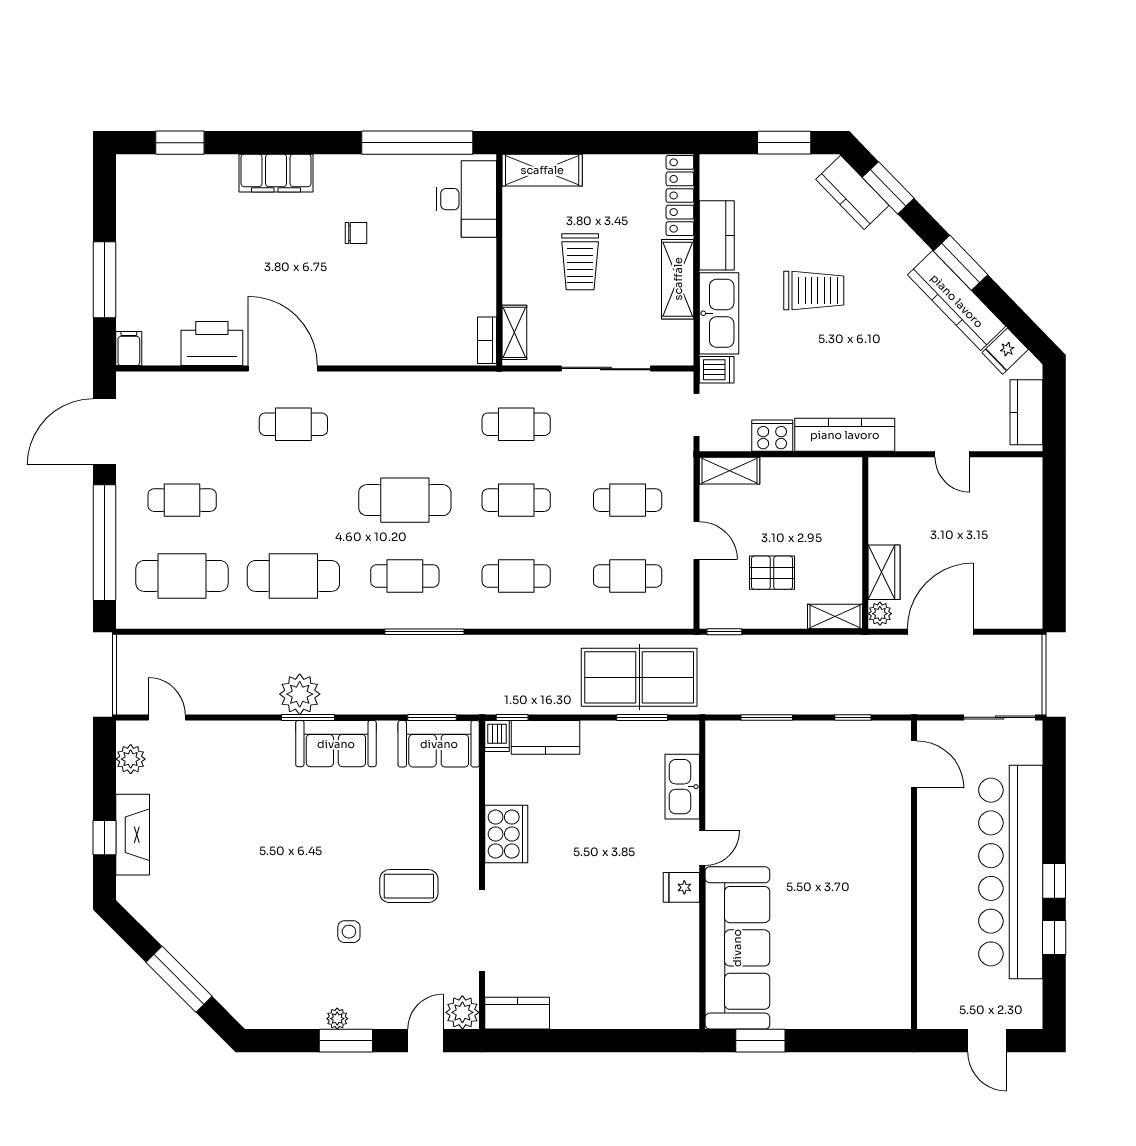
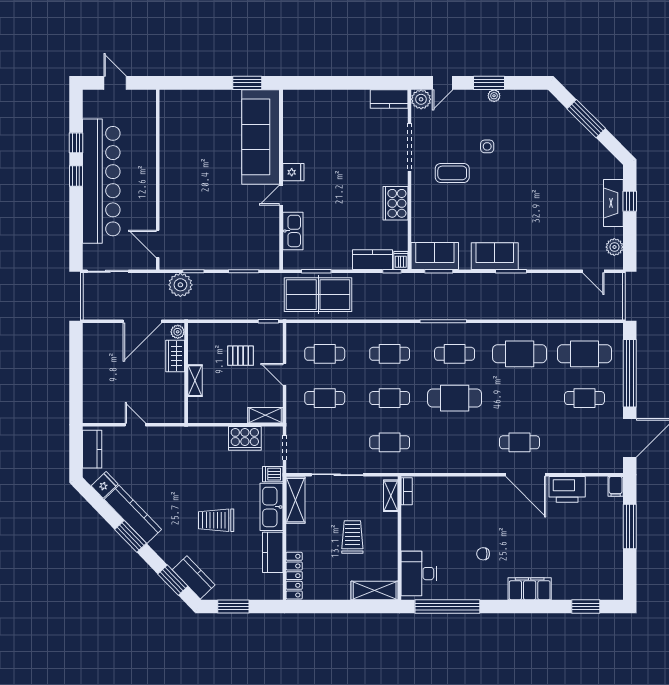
shelving: (678, 279) -> (295, 500), moved
kitchen counter: (845, 435) -> (198, 436), removed
cooker: (772, 436) -> (245, 438), width x1.37, depth x1.31
shelving: (835, 616) -> (195, 381), moved, turned 90
plant: (300, 694) -> (180, 285), moved

